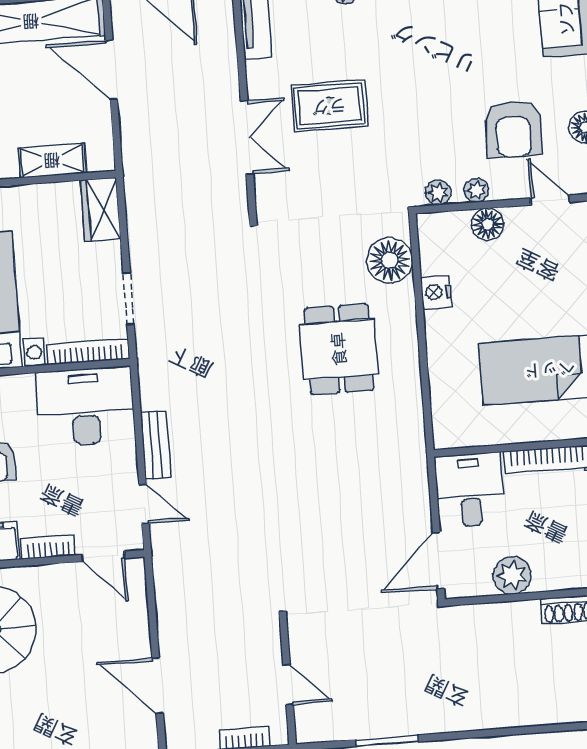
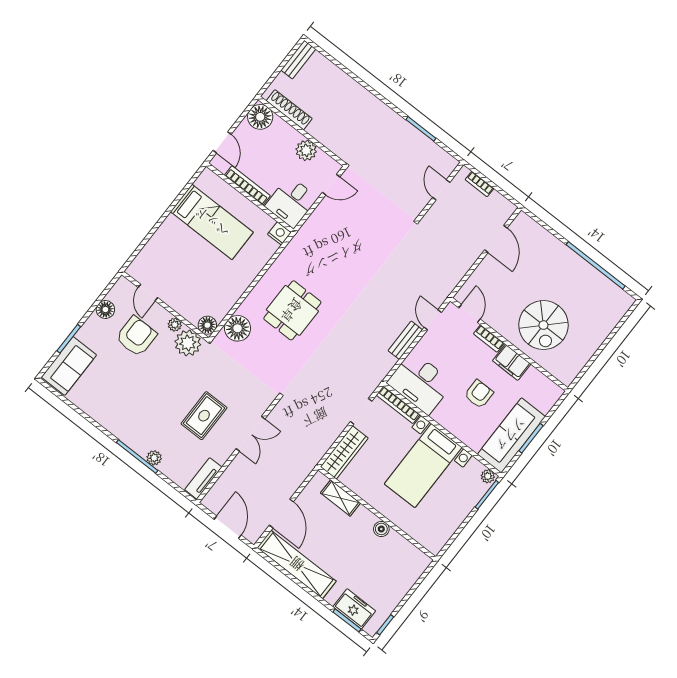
rug: (329, 106) -> (204, 416), turned 90
double door: (247, 137) -> (251, 434), swing flipped
plant: (438, 193) -> (188, 343), width x1.88, depth x1.88
wardrobe: (101, 209) -> (344, 452), width x1.50
floor lamp: (488, 224) -> (207, 325), moved
nightstand: (436, 292) -> (279, 233), moved, turned -90
door: (438, 560) -> (331, 185), width x0.73

